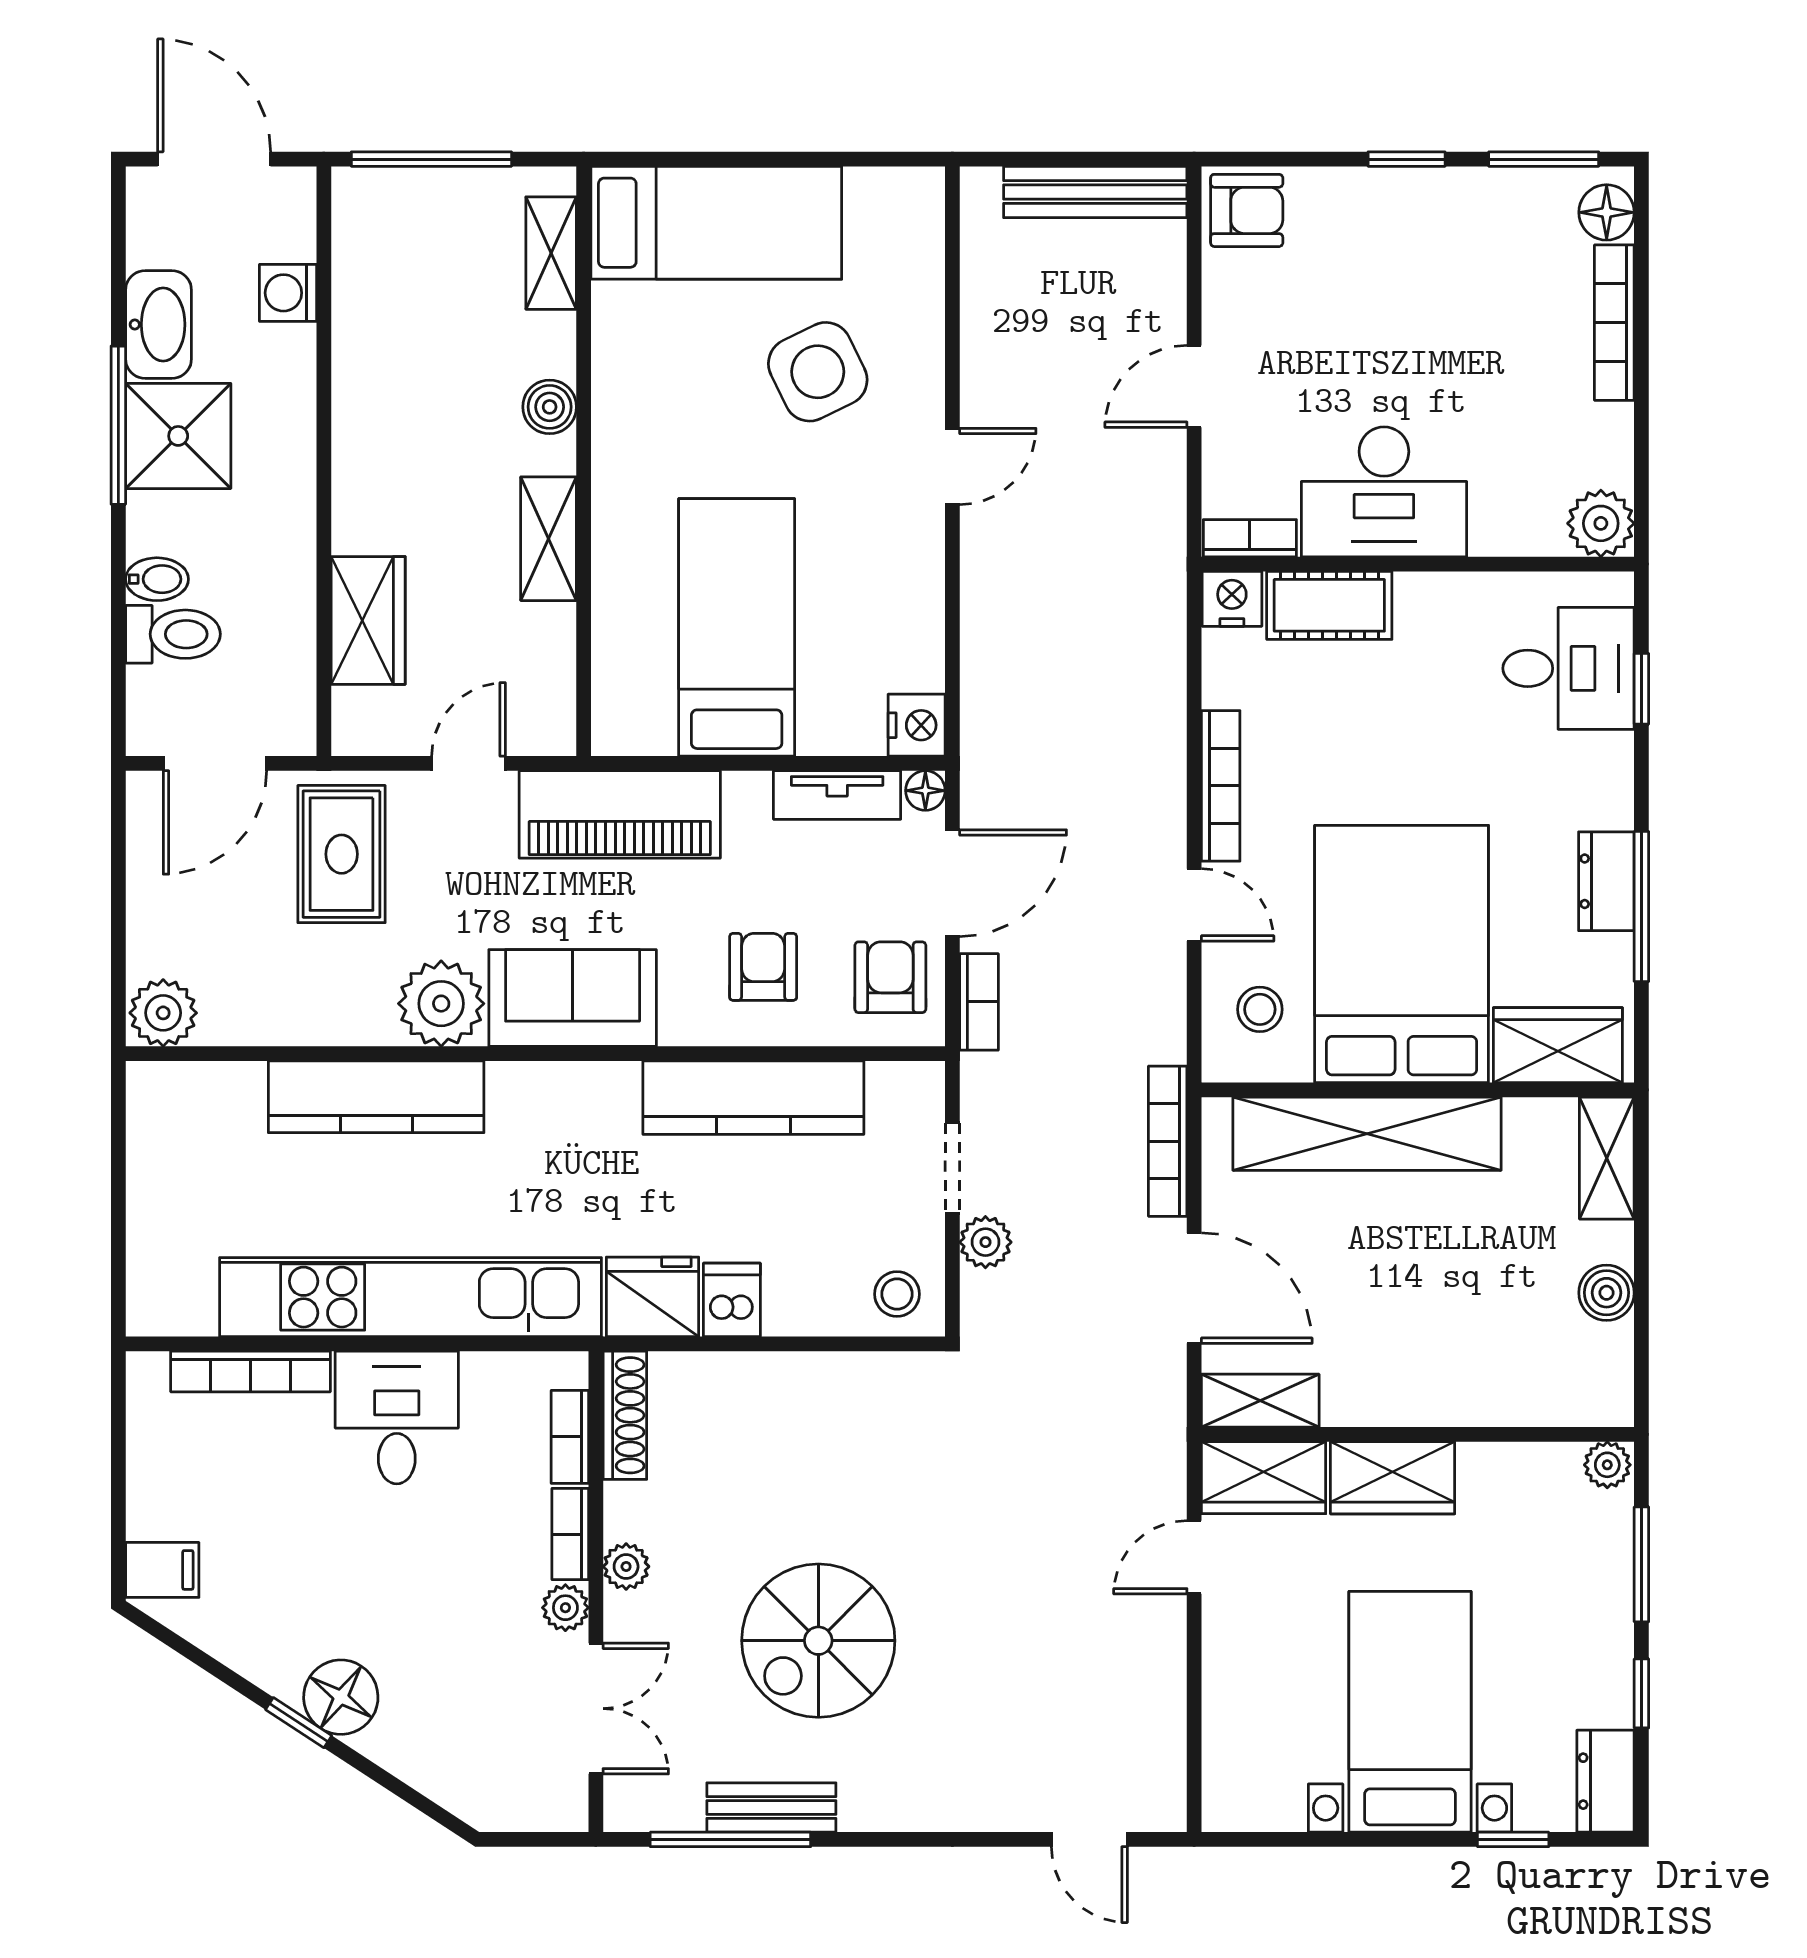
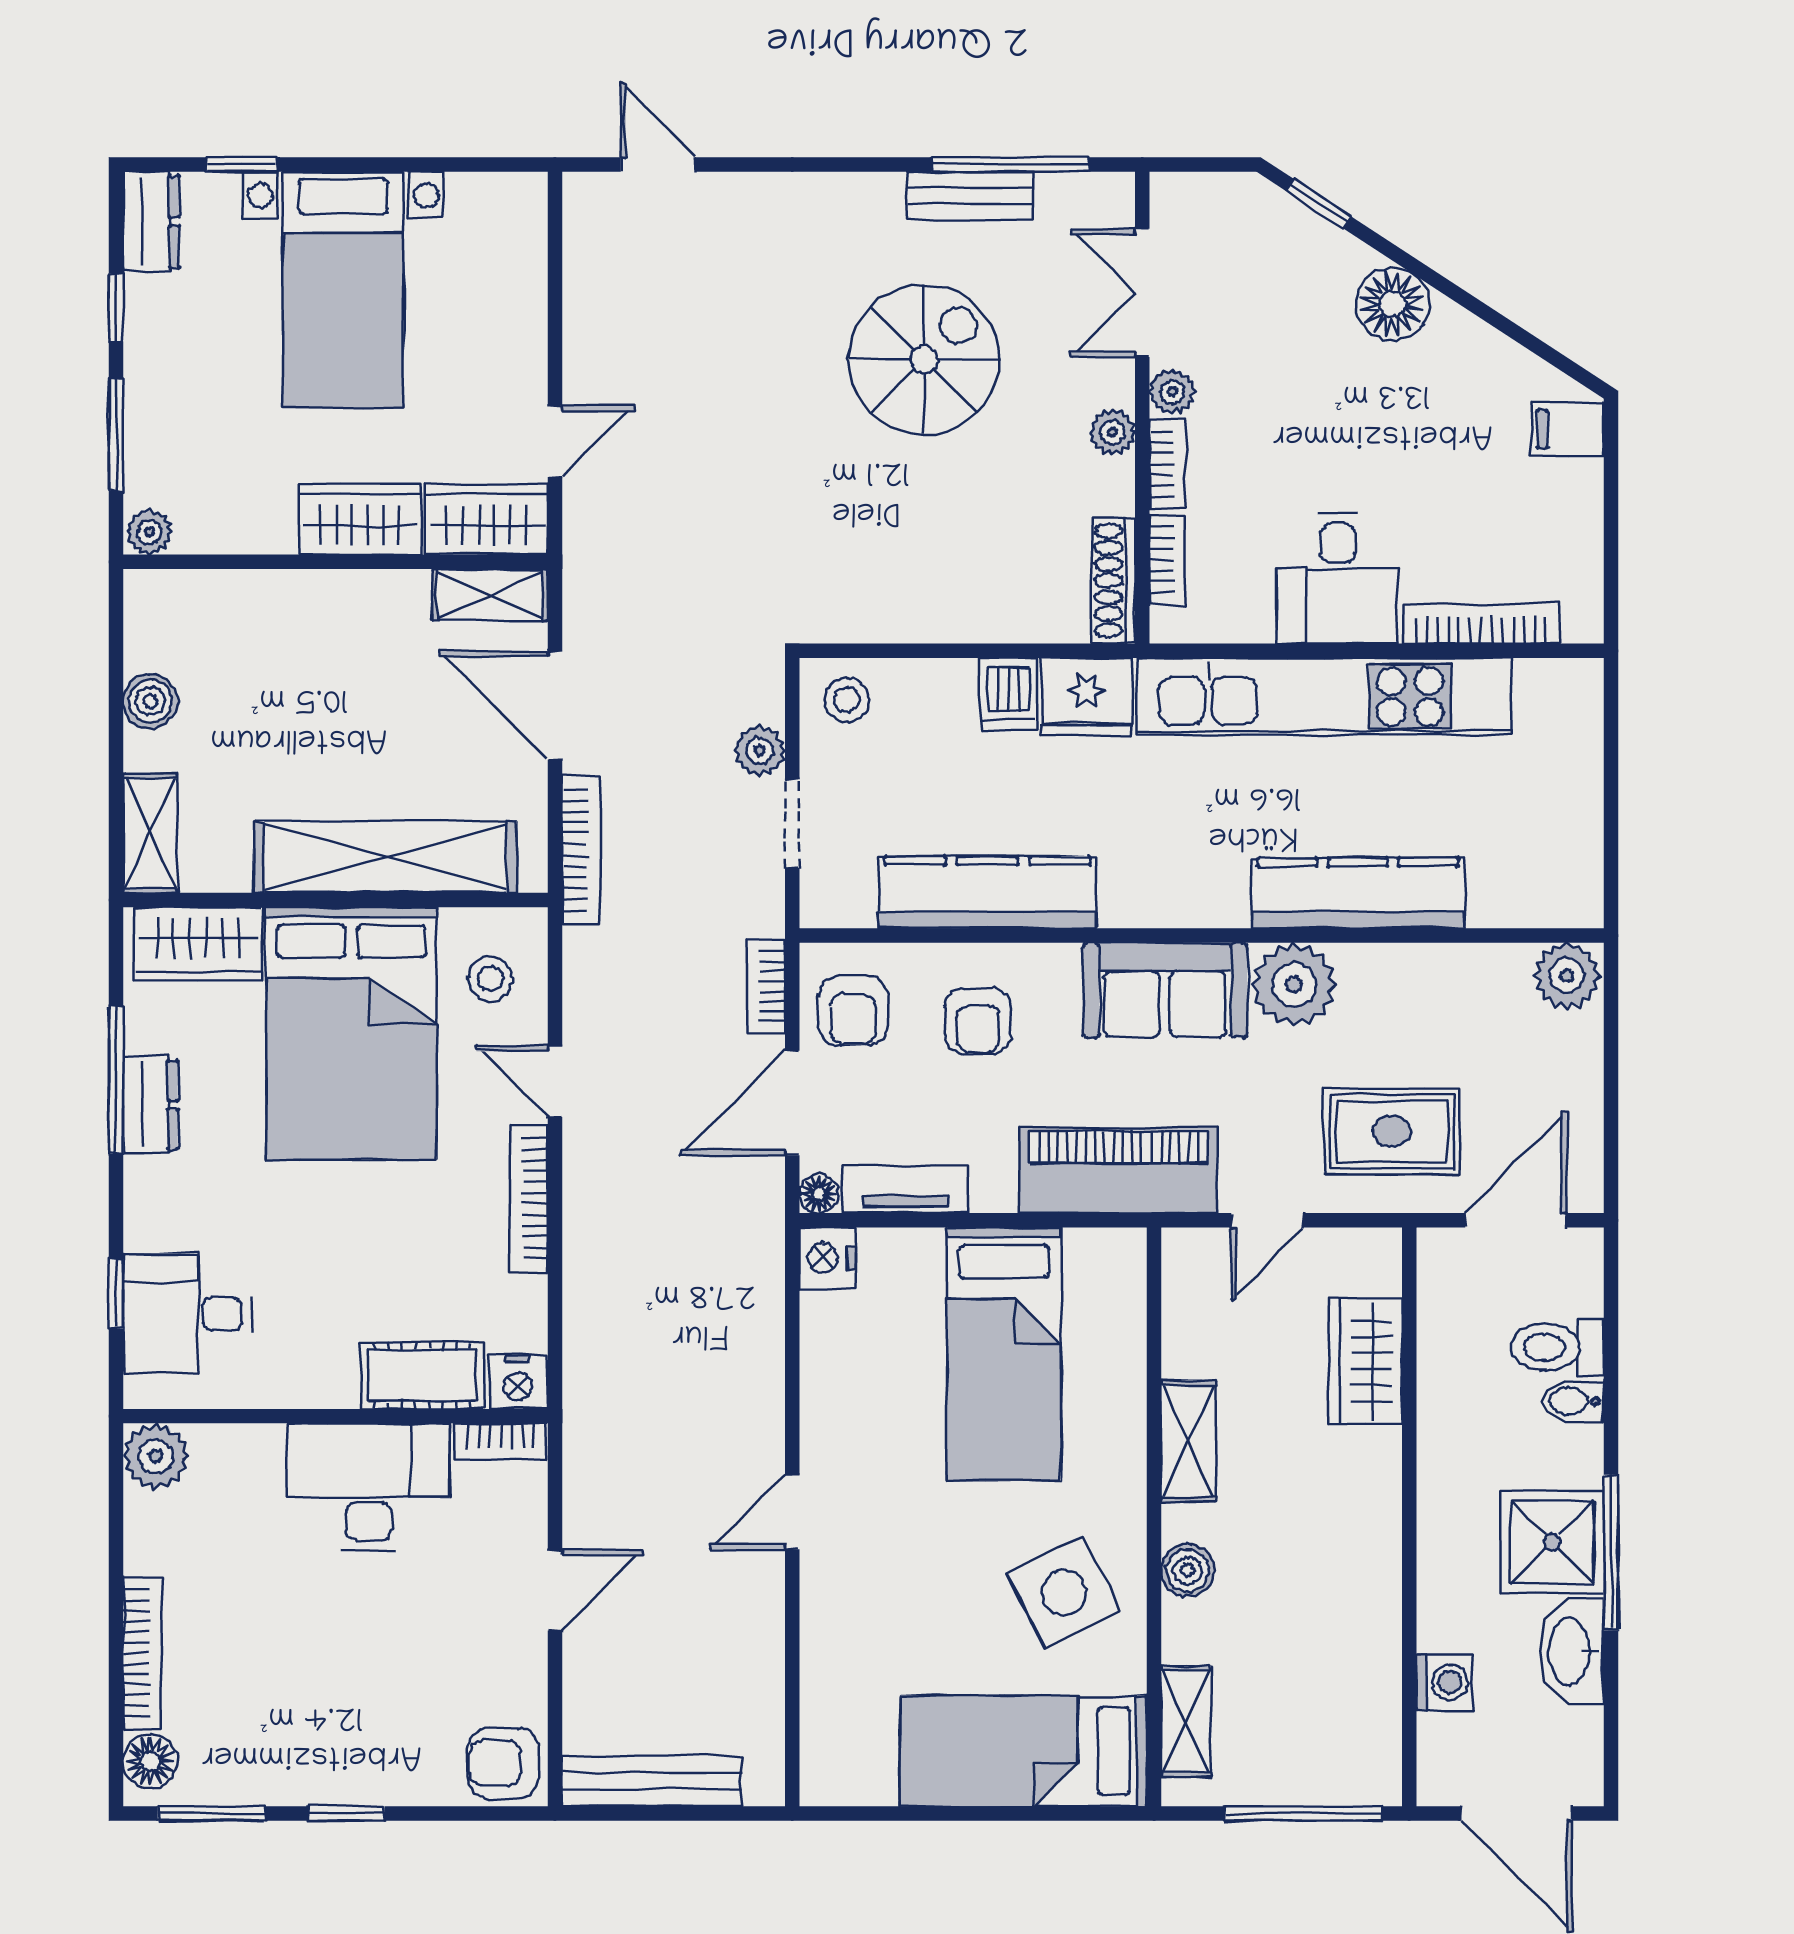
side table: (818, 372) -> (1064, 1593), moved
rug: (342, 854) -> (1392, 1131), turned 90
window: (299, 1723) -> (1319, 204), moved

